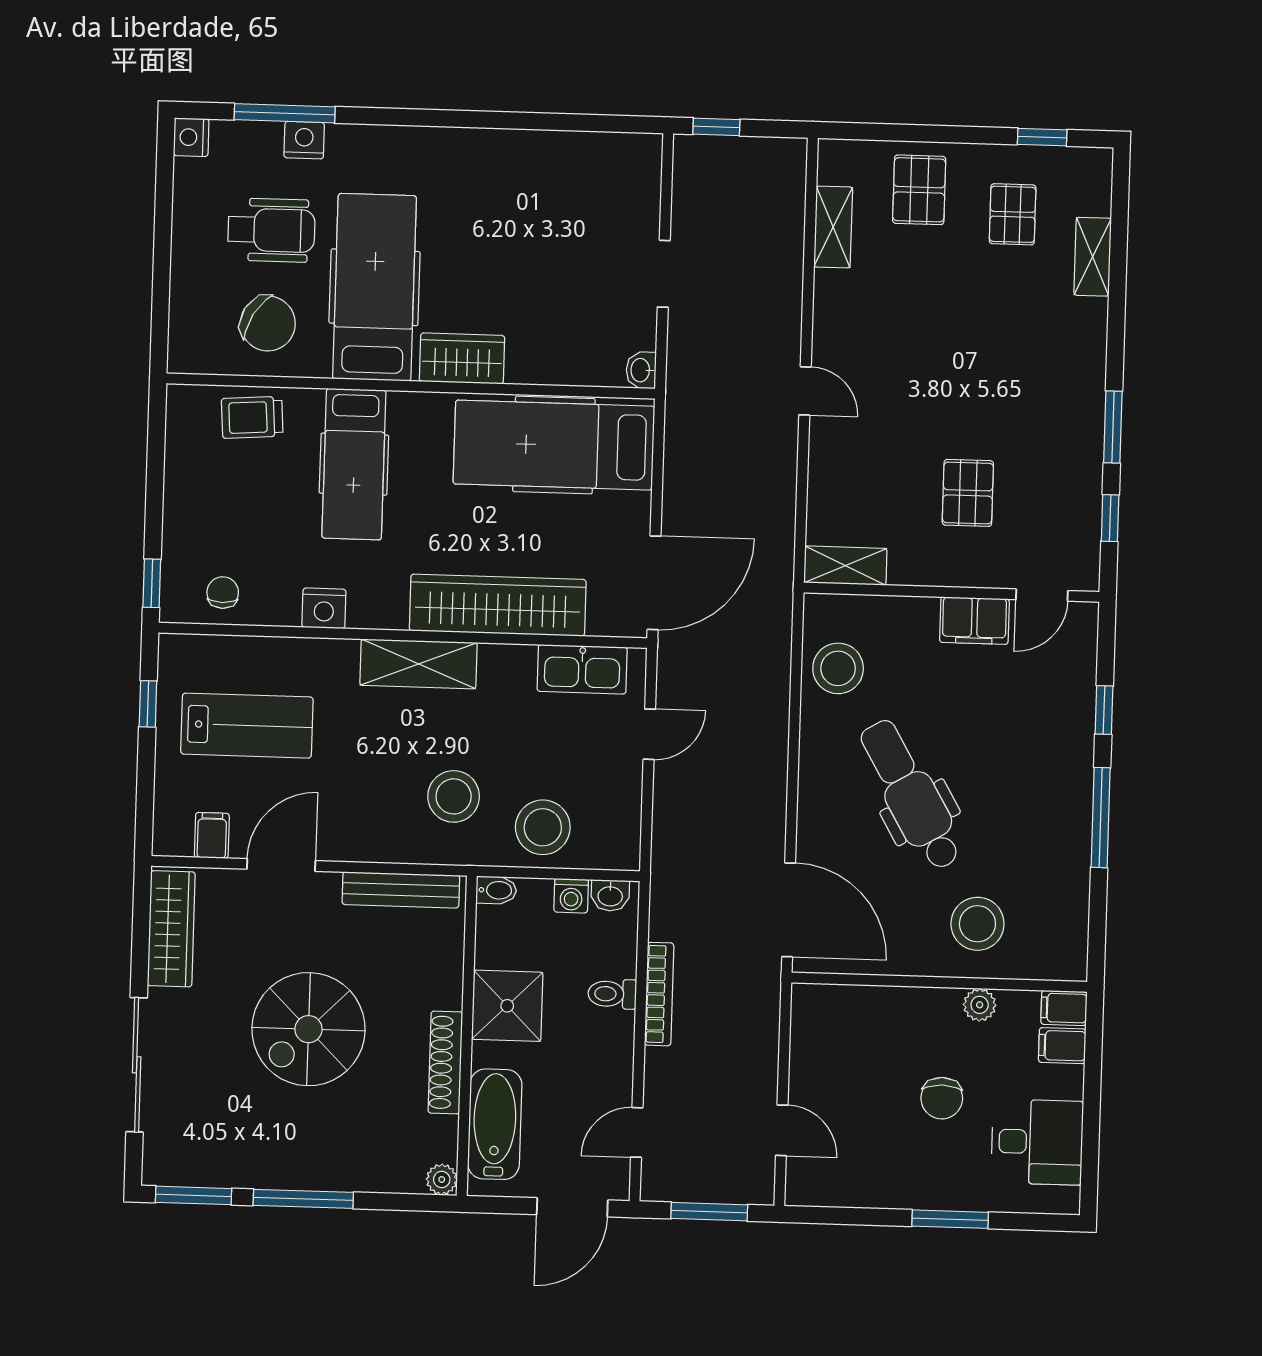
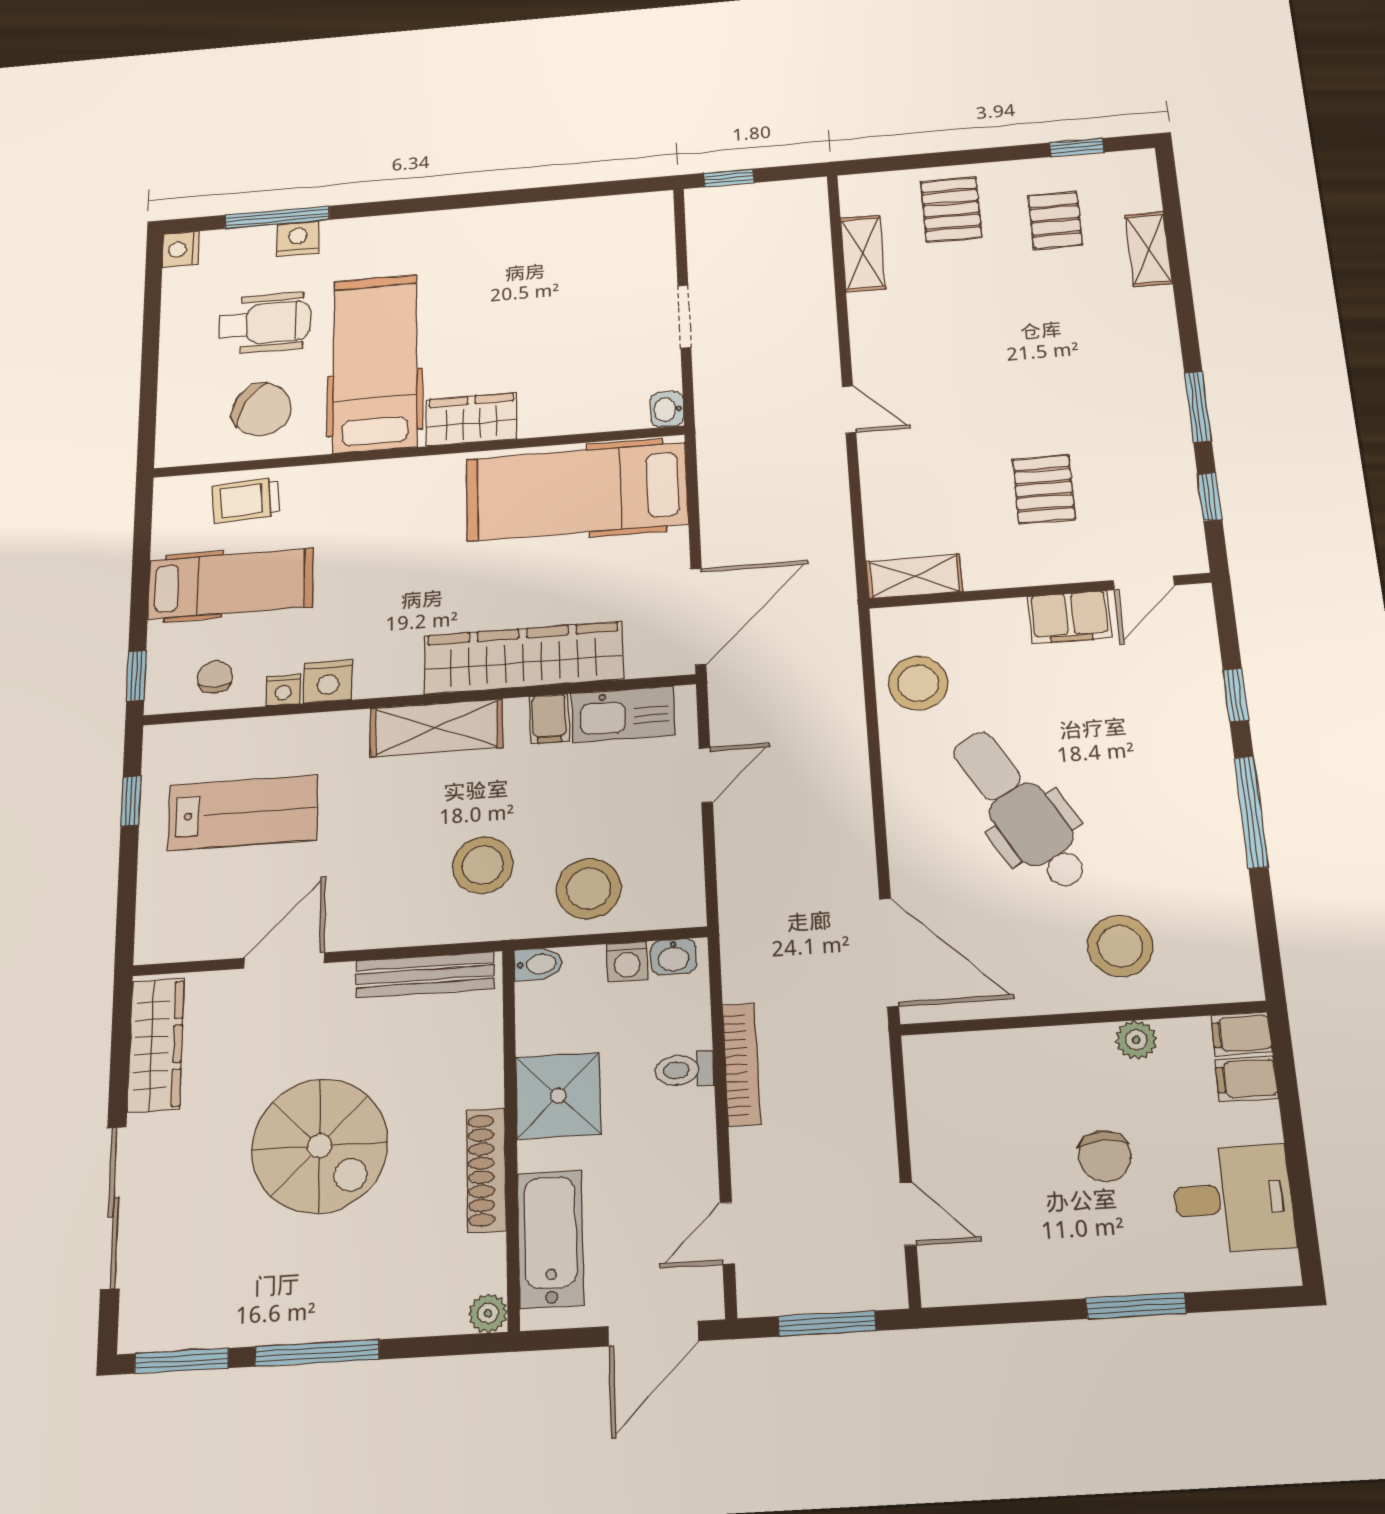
hospital bed: (354, 464) -> (231, 584), moved, turned -90
nightstand: (284, 612) -> (283, 690), added
filing cabinet: (212, 835) -> (549, 719), moved, turned 180
spiral stairs: (308, 1029) -> (320, 1146), turned -90

